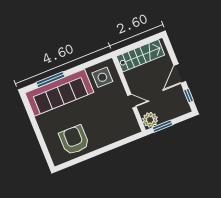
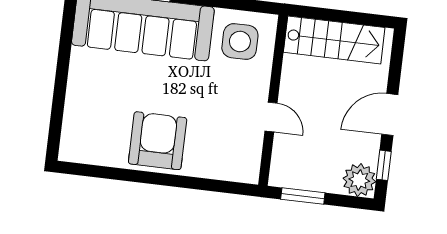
plant: (150, 120) -> (359, 180), moved
armchair: (74, 140) -> (158, 141), moved

